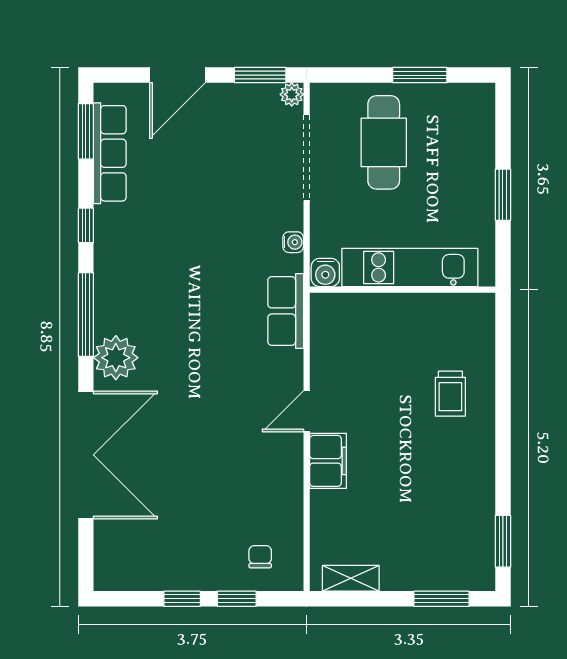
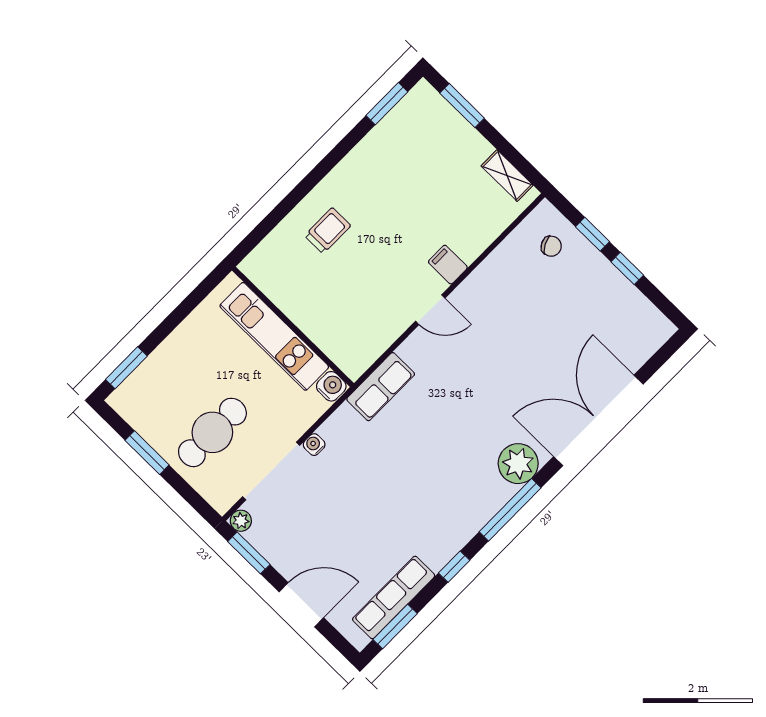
window: (503, 195) -> (126, 368), moved
water cooler: (293, 242) -> (314, 445), moved
filing cabinet: (328, 461) -> (448, 265), width x0.50
chair: (260, 557) -> (551, 246), turned -118

